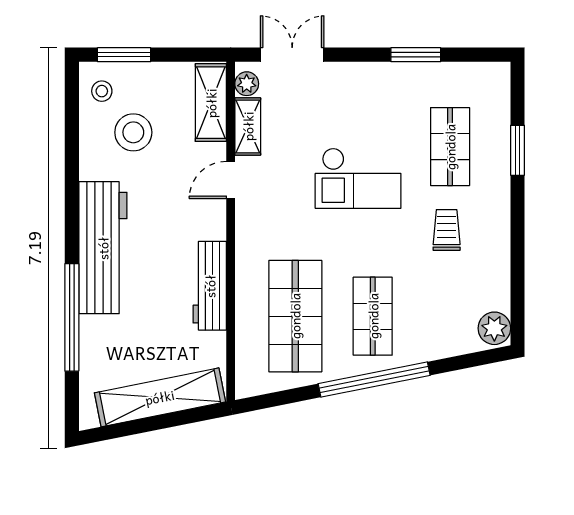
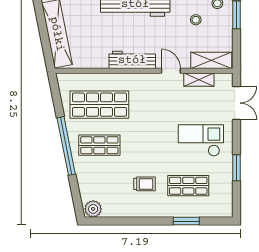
plant: (247, 84) -> (221, 79), removed
stool: (133, 132) -> (196, 20), width x0.53, depth x0.53
checkout: (358, 178) -> (201, 140), moved, turned 90
workbench: (210, 286) -> (132, 60), moved

